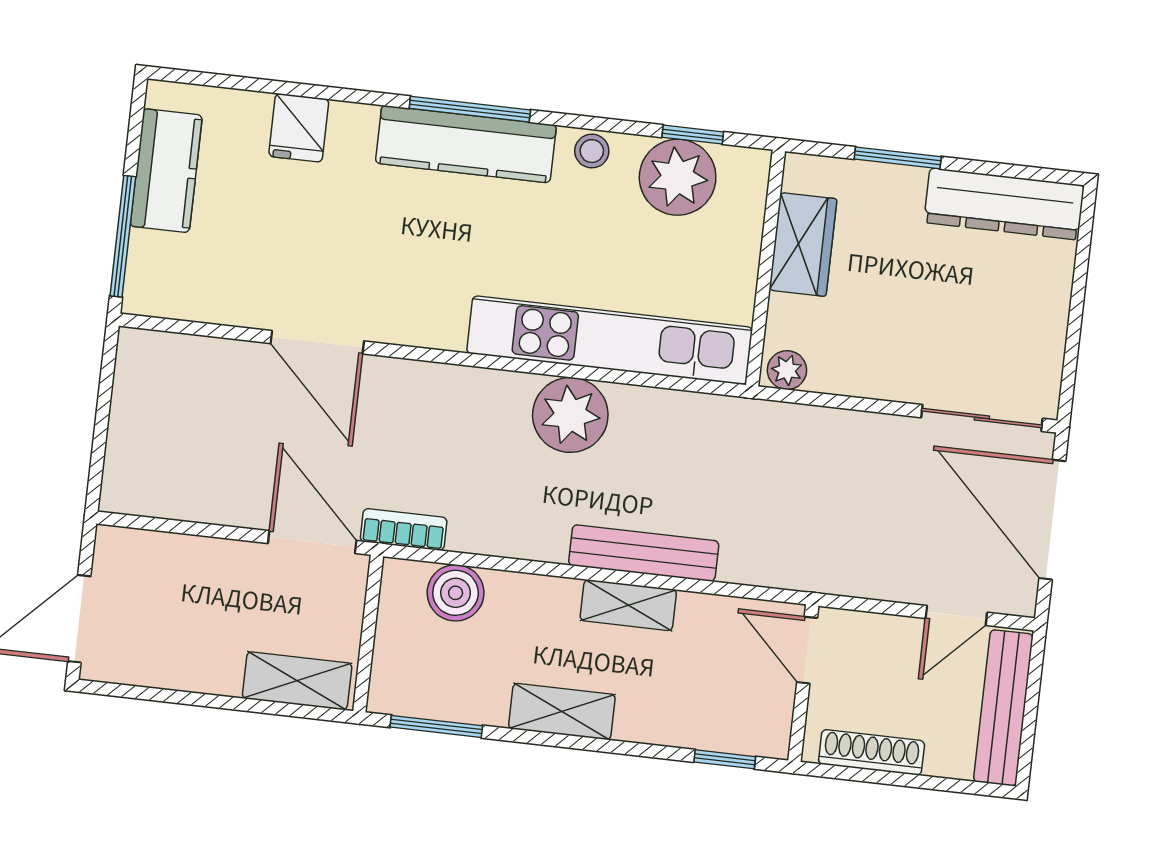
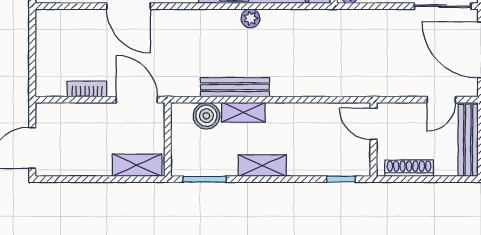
plant: (570, 415) -> (250, 18), width x0.53, depth x0.53
bookcase: (404, 530) -> (87, 89), moved
bench: (644, 553) -> (235, 87), moved
shelving: (628, 605) -> (243, 112), moved

